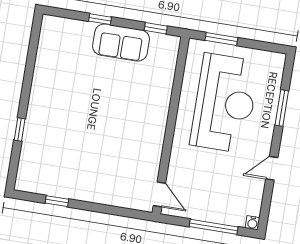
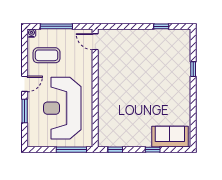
window: (221, 39) -> (71, 150), width x1.44
sofa: (121, 43) -> (170, 137), moved
door: (272, 168) -> (25, 84), moved
coffee table: (235, 186) -> (47, 55), added

